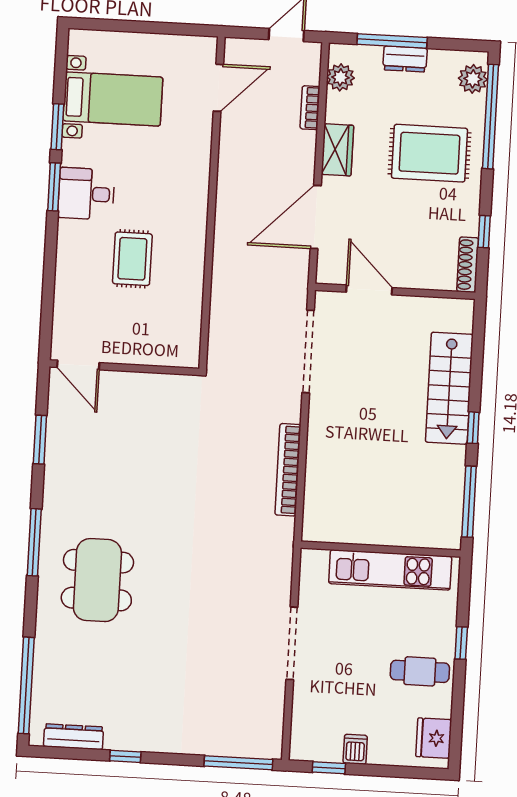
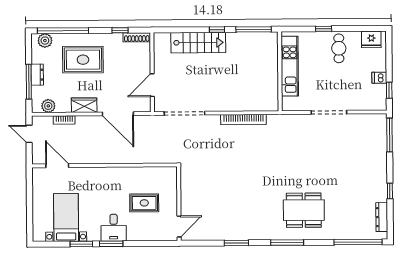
rug: (429, 153) -> (83, 60), turned 90
door: (78, 365) -> (179, 226), moved
wall: (124, 368) -> (179, 204), moved

